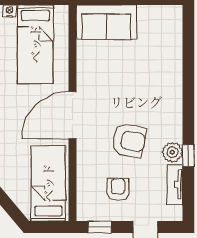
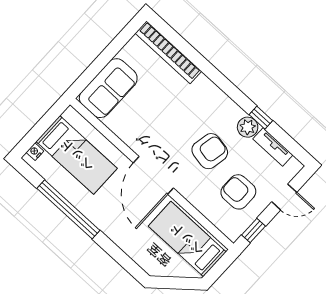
bookcase: (174, 42) -> (168, 52), added
armchair: (118, 189) -> (238, 192), width x1.38, depth x1.38

